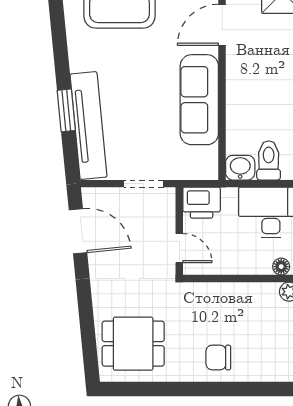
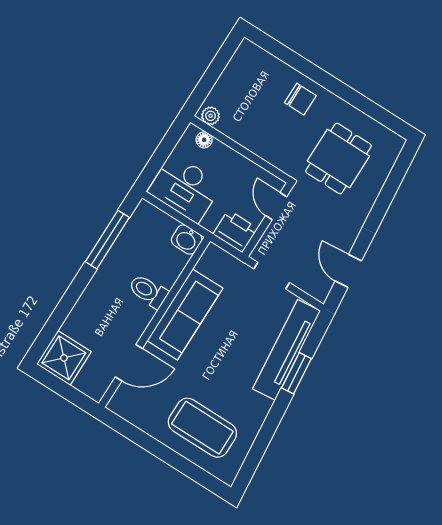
toilet: (269, 160) -> (148, 291), moved, turned 90
door: (78, 231) -> (348, 271), width x0.73
dining table: (133, 344) -> (338, 158), moved, turned 90

